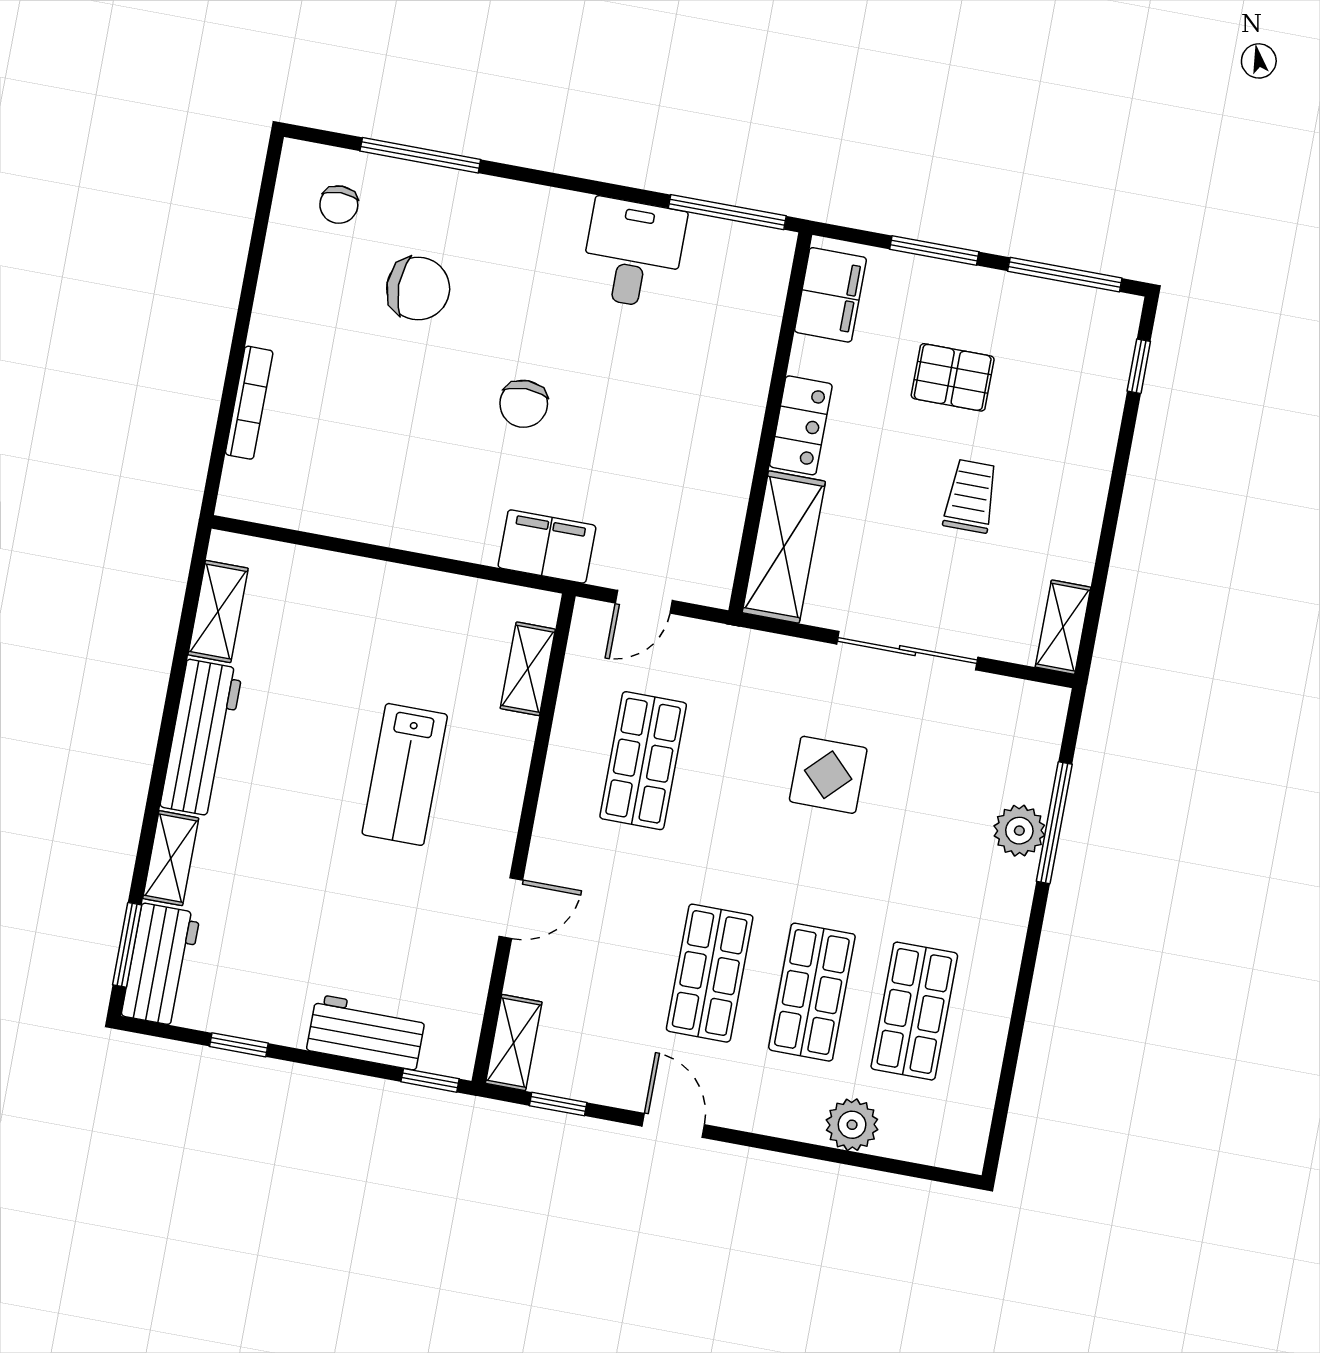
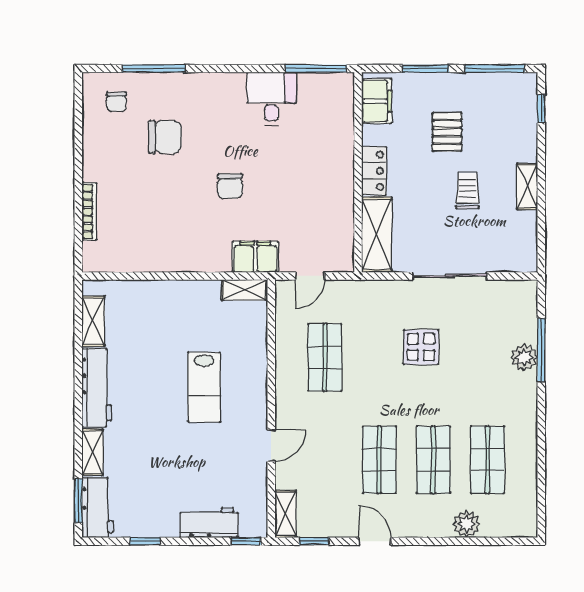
pallet: (953, 377) -> (447, 132), turned 90
shelving: (1063, 627) -> (527, 186), moved
shelving: (528, 669) -> (245, 290), moved, turned 90

